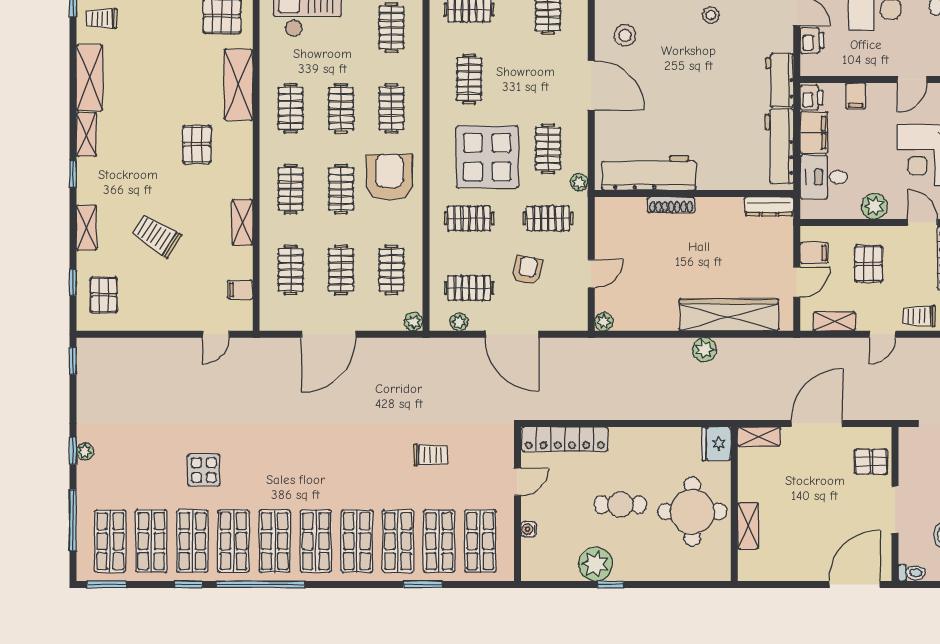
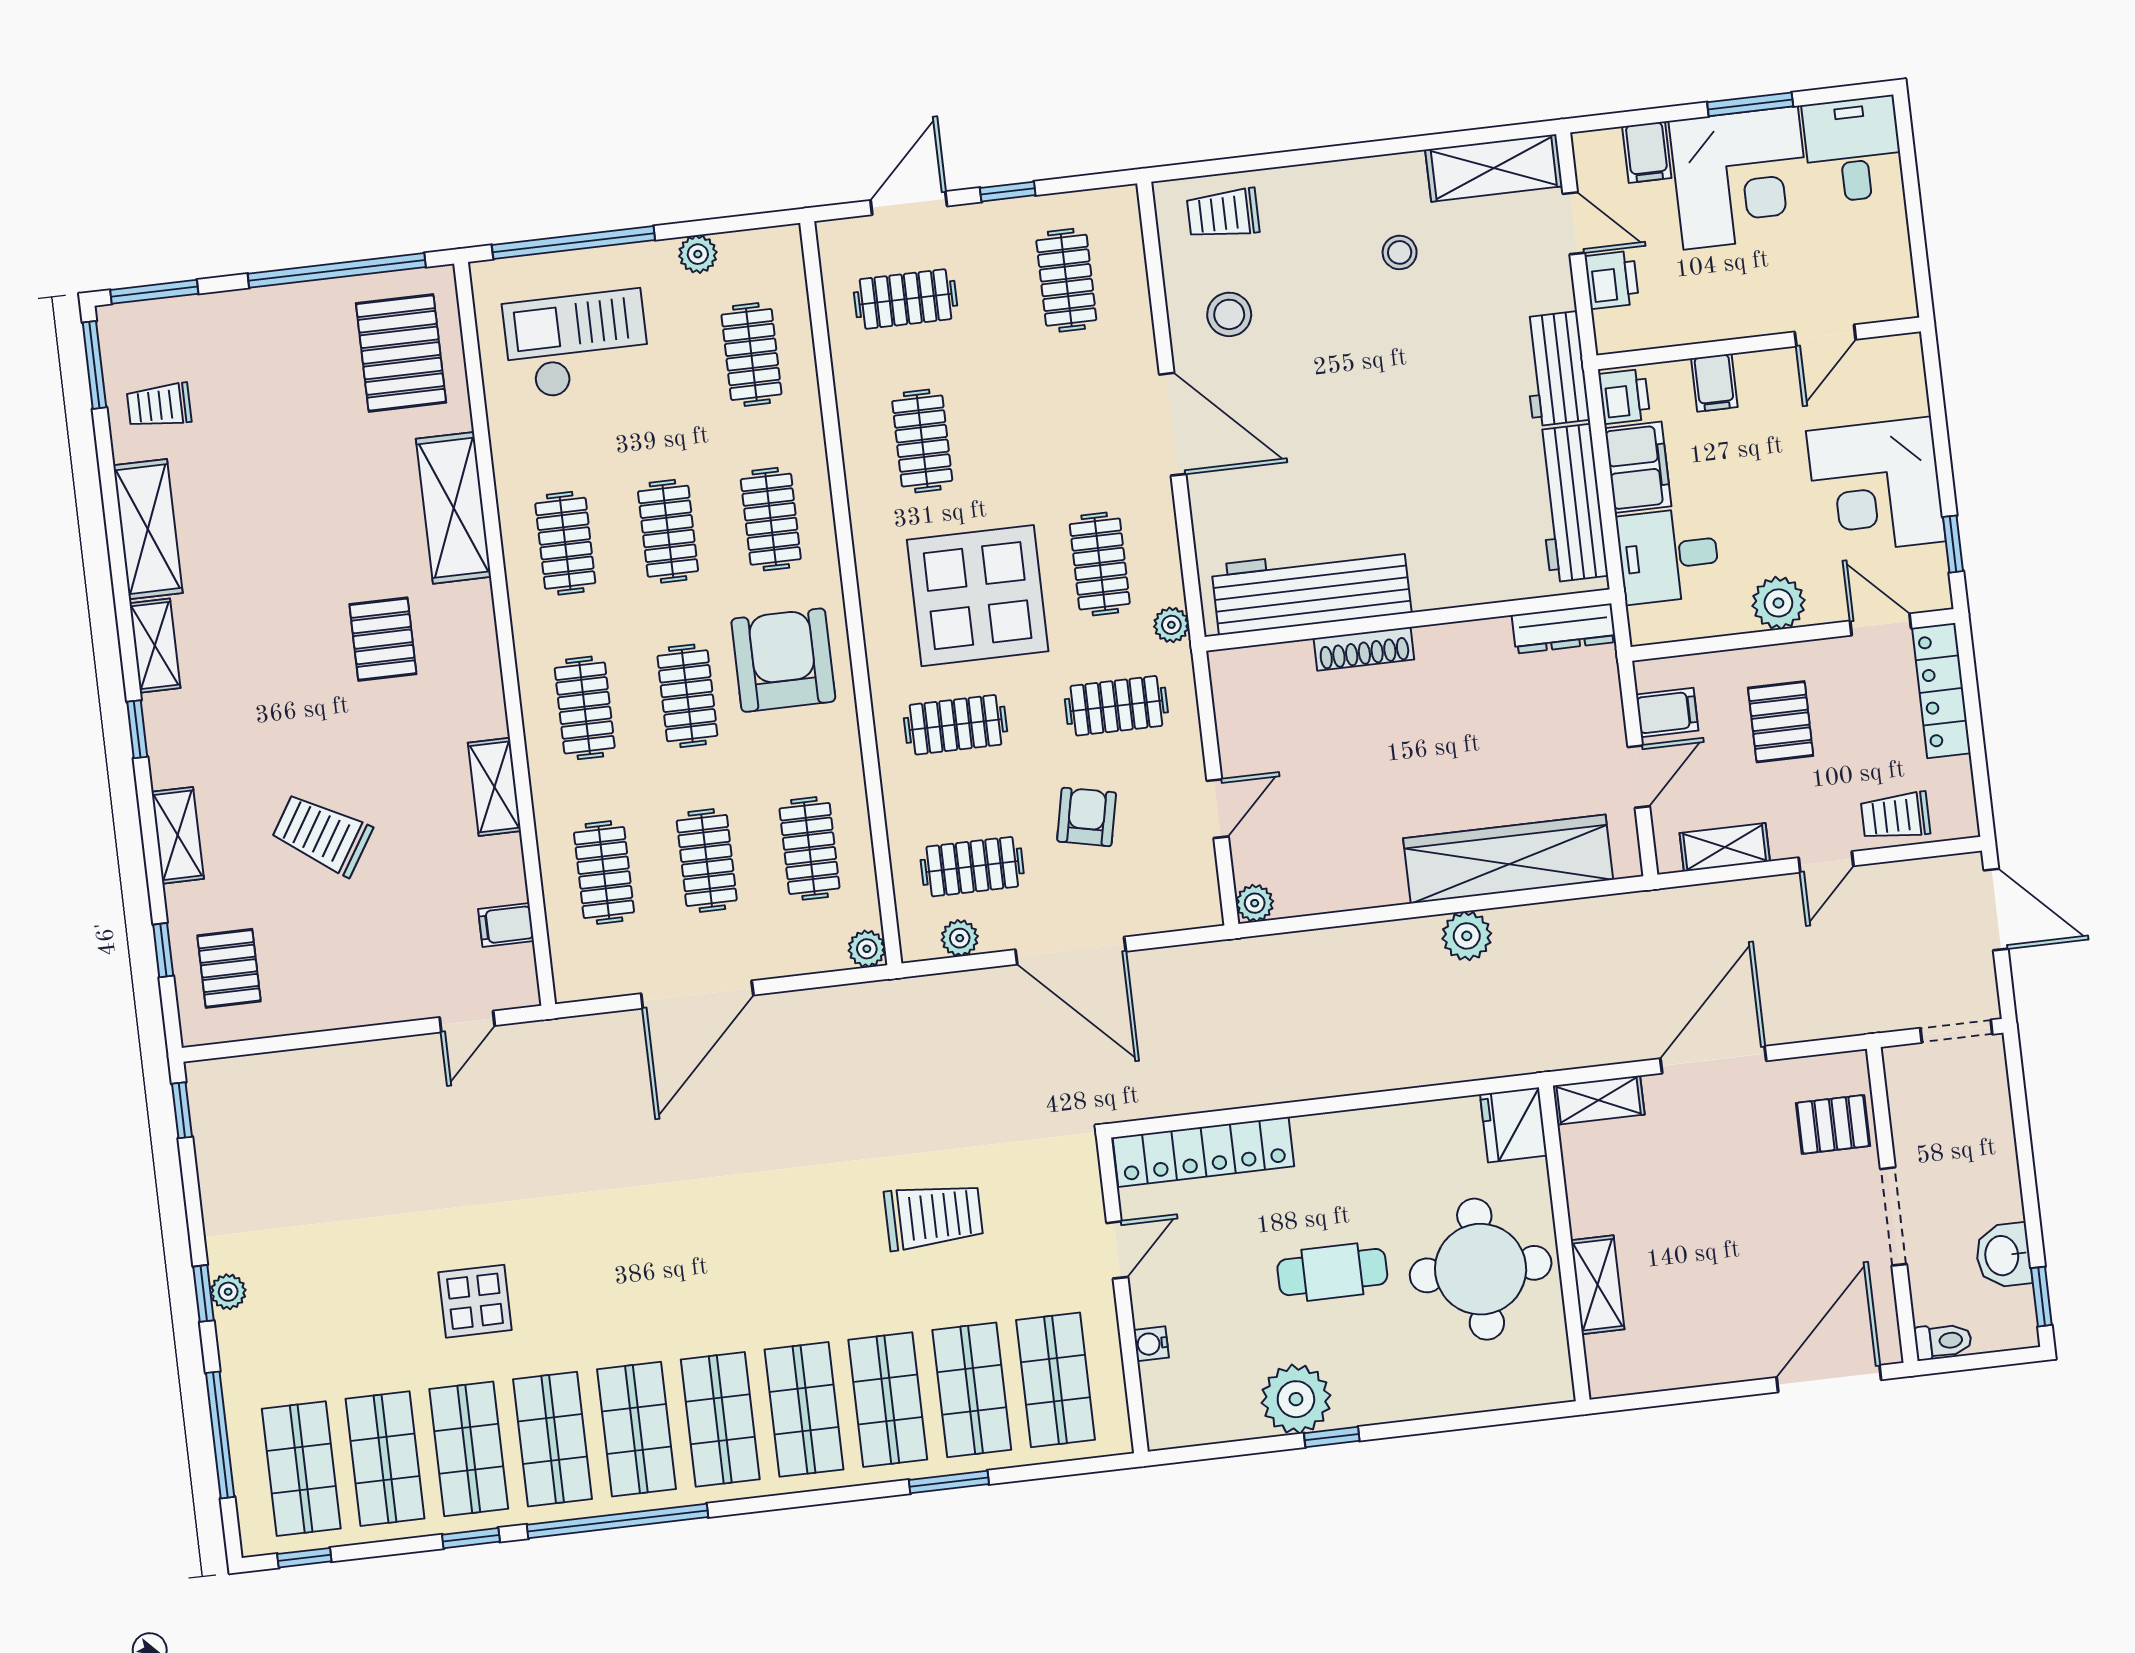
trolley: (431, 455) -> (934, 1216), width x1.36, depth x1.39
window: (107, 584) -> (304, 1558), width x0.67

